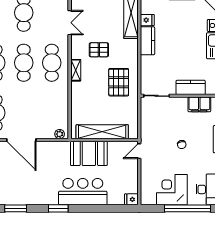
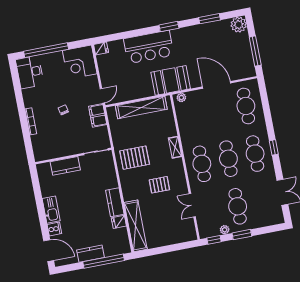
shelving: (76, 70) -> (175, 147), moved
pallet: (119, 82) -> (135, 158), turned 90
filing cabinet: (199, 104) -> (98, 115), moved, turned -90
booth: (89, 153) -> (171, 80), moved
corner desk: (172, 190) -> (80, 62), moved, turned 90

